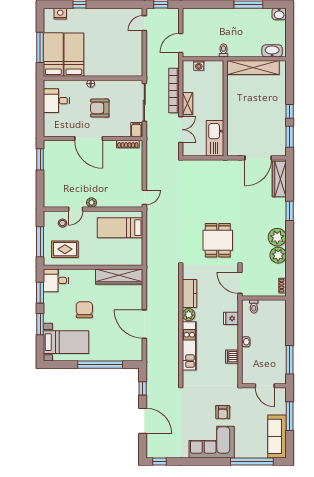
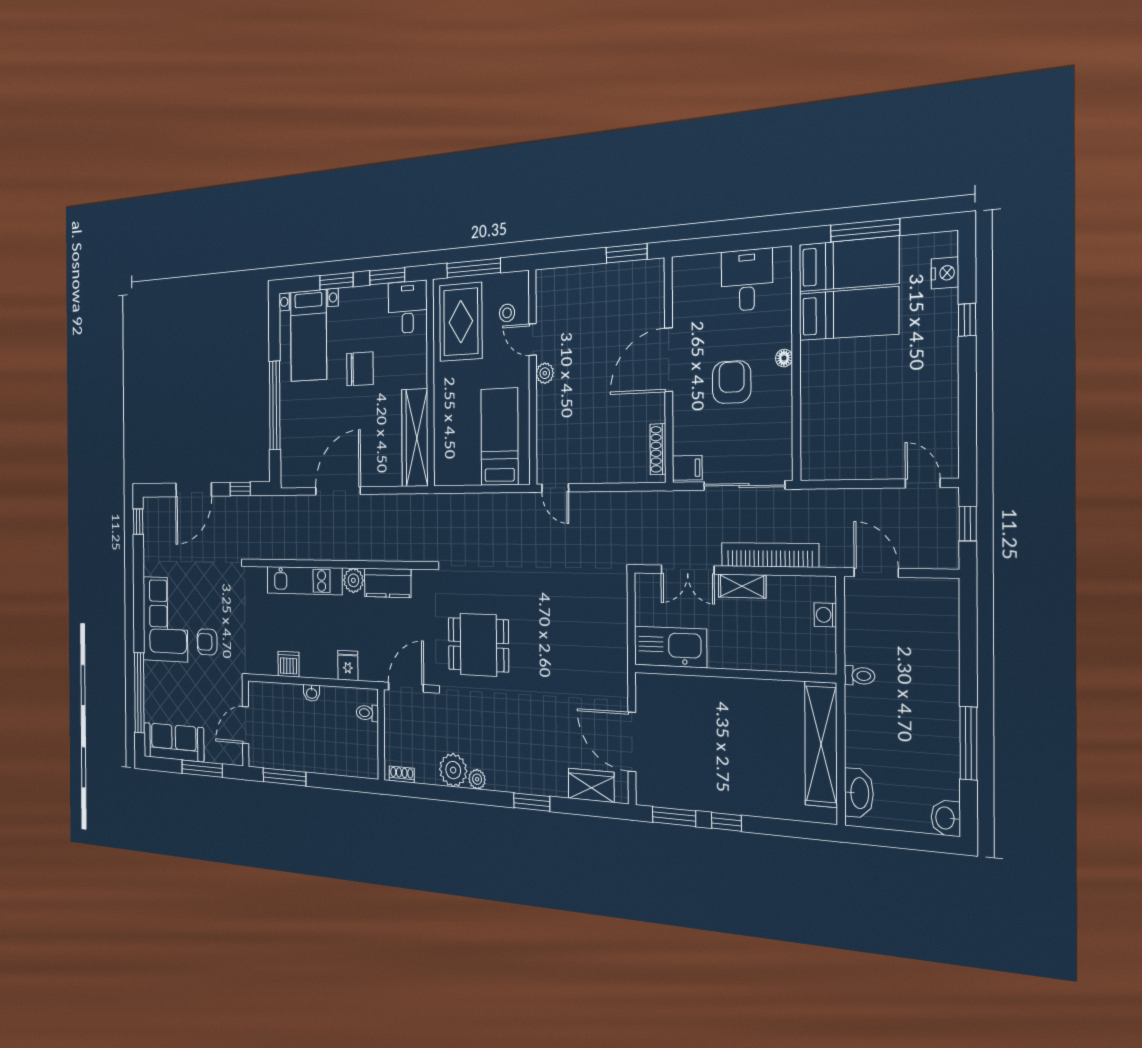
wardrobe: (279, 179) -> (591, 785), width x0.67
plant: (277, 237) -> (477, 779), width x0.53, depth x0.53
rug: (65, 249) -> (461, 322), width x1.36, depth x1.43

